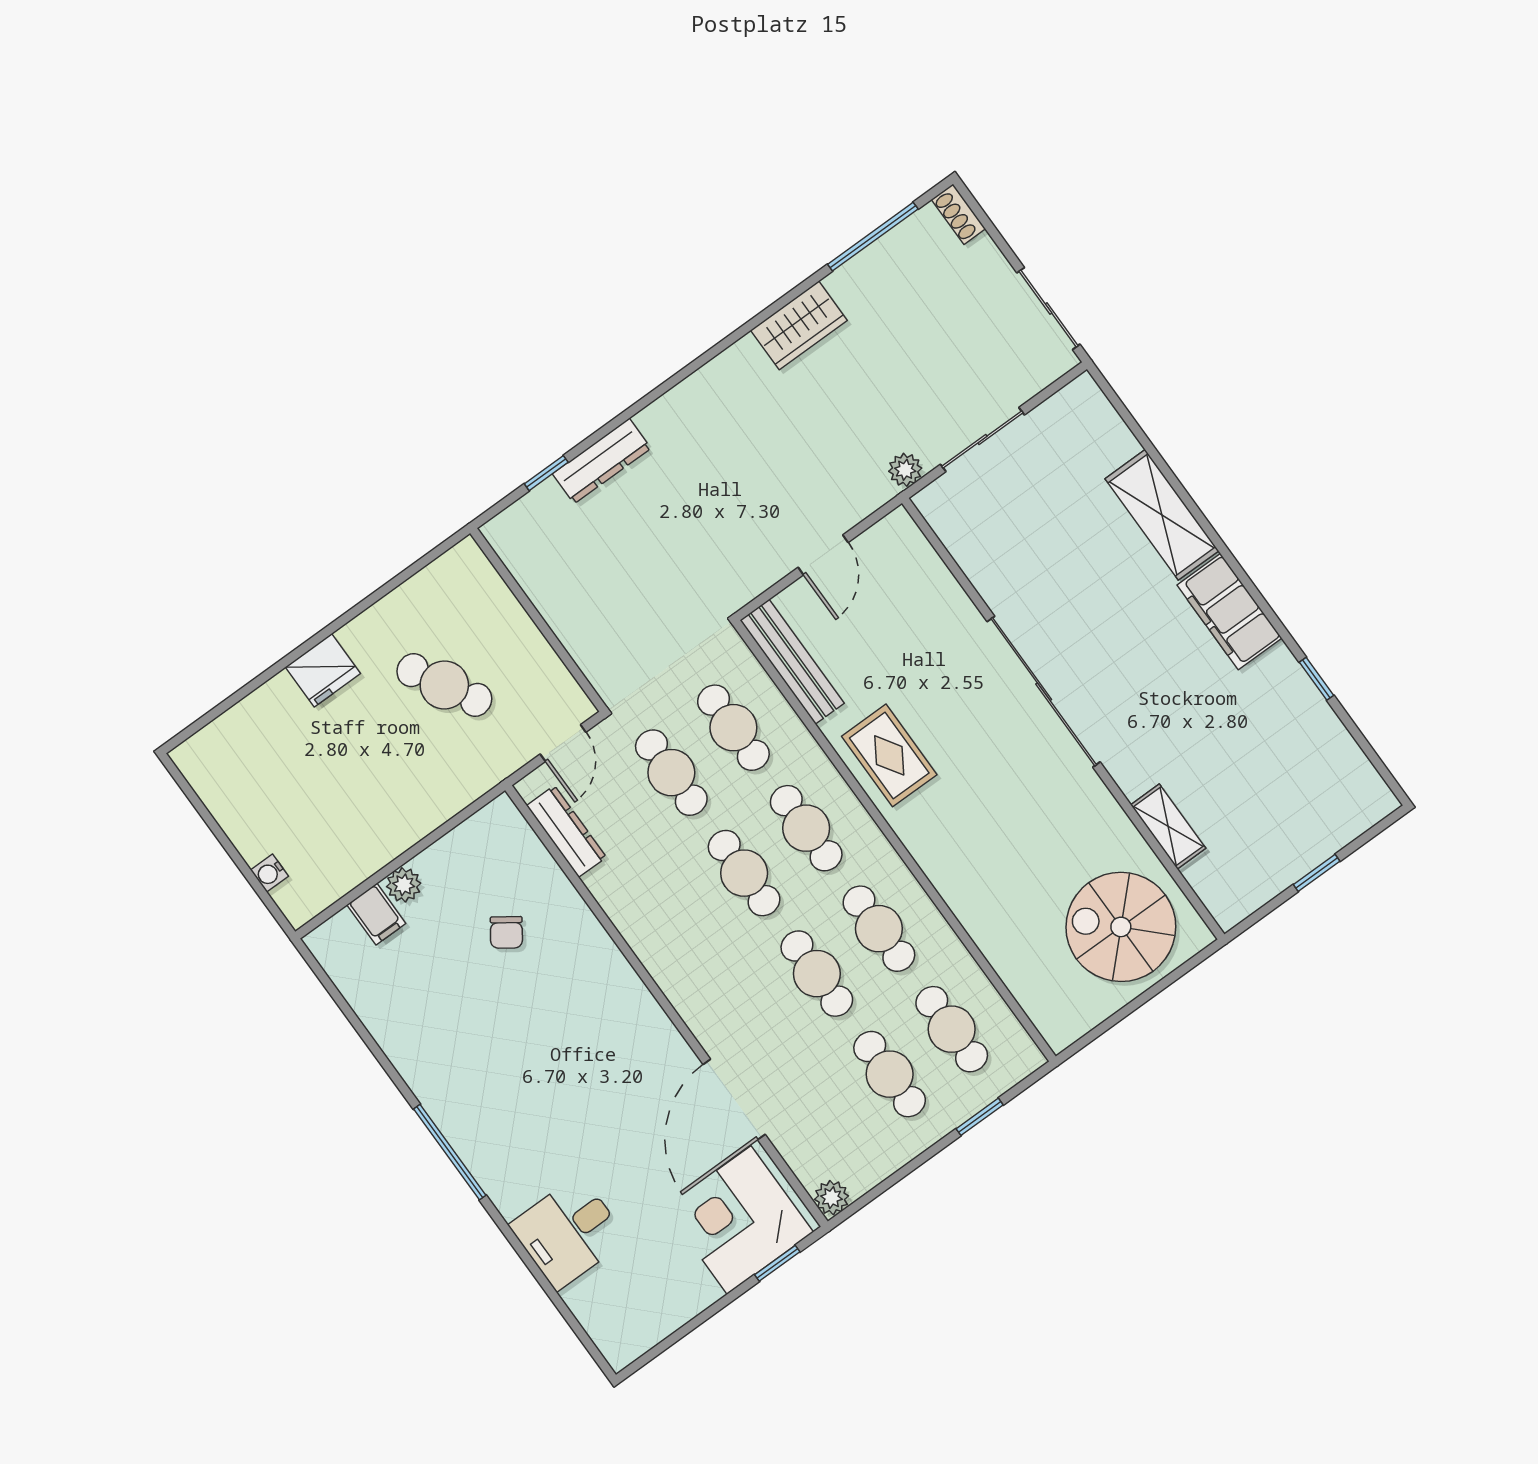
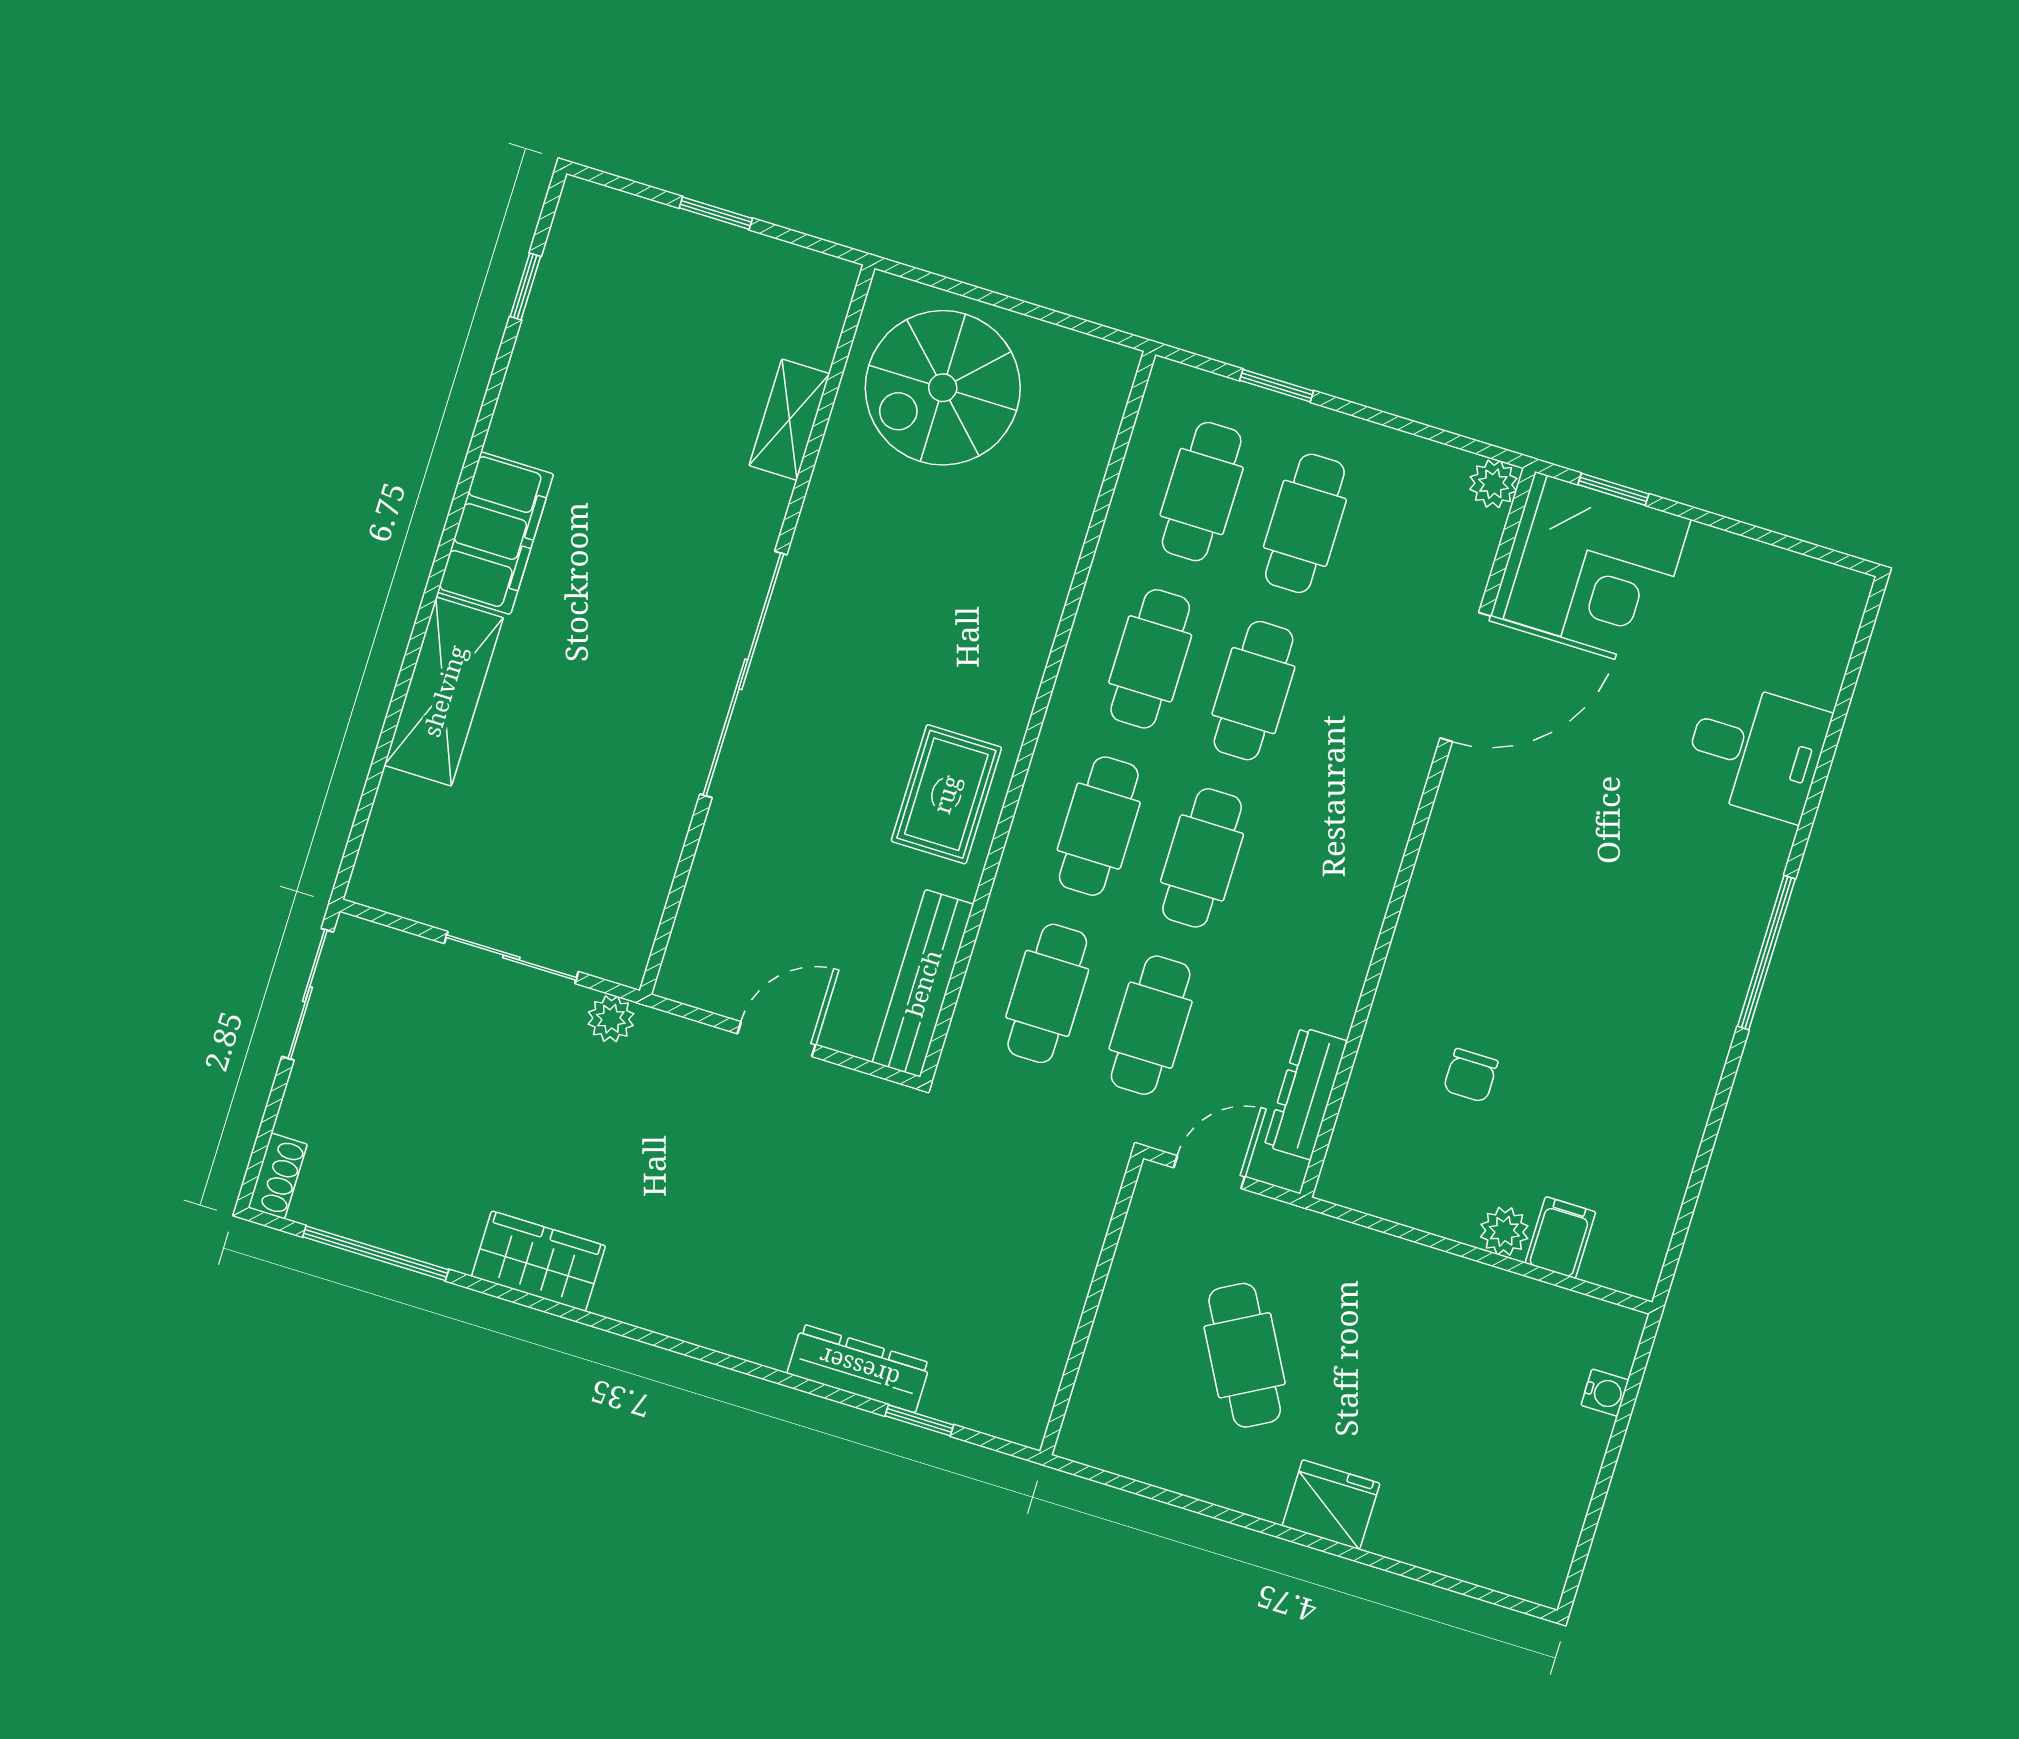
window: (1316, 679) -> (525, 286), moved
spiral stairs: (1121, 927) -> (943, 388), turned 90
chair: (506, 932) -> (1471, 1075), turned 145

